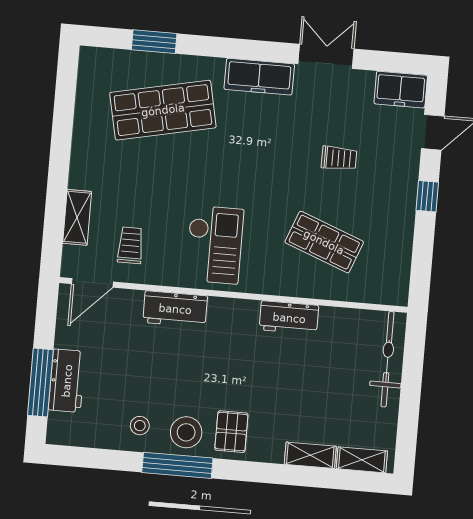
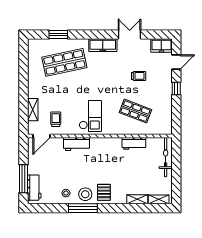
workbench: (289, 318) -> (134, 143), moved
workbench: (67, 381) -> (34, 188), moved

